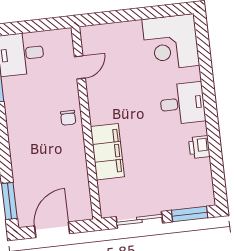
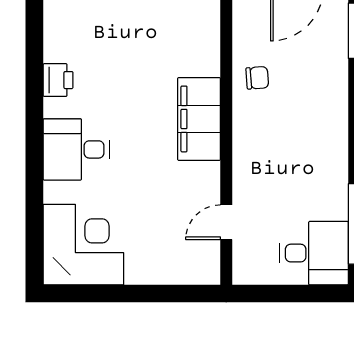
chair: (68, 118) -> (257, 78), moved, turned 86
filing cabinet: (107, 152) -> (199, 119), moved

